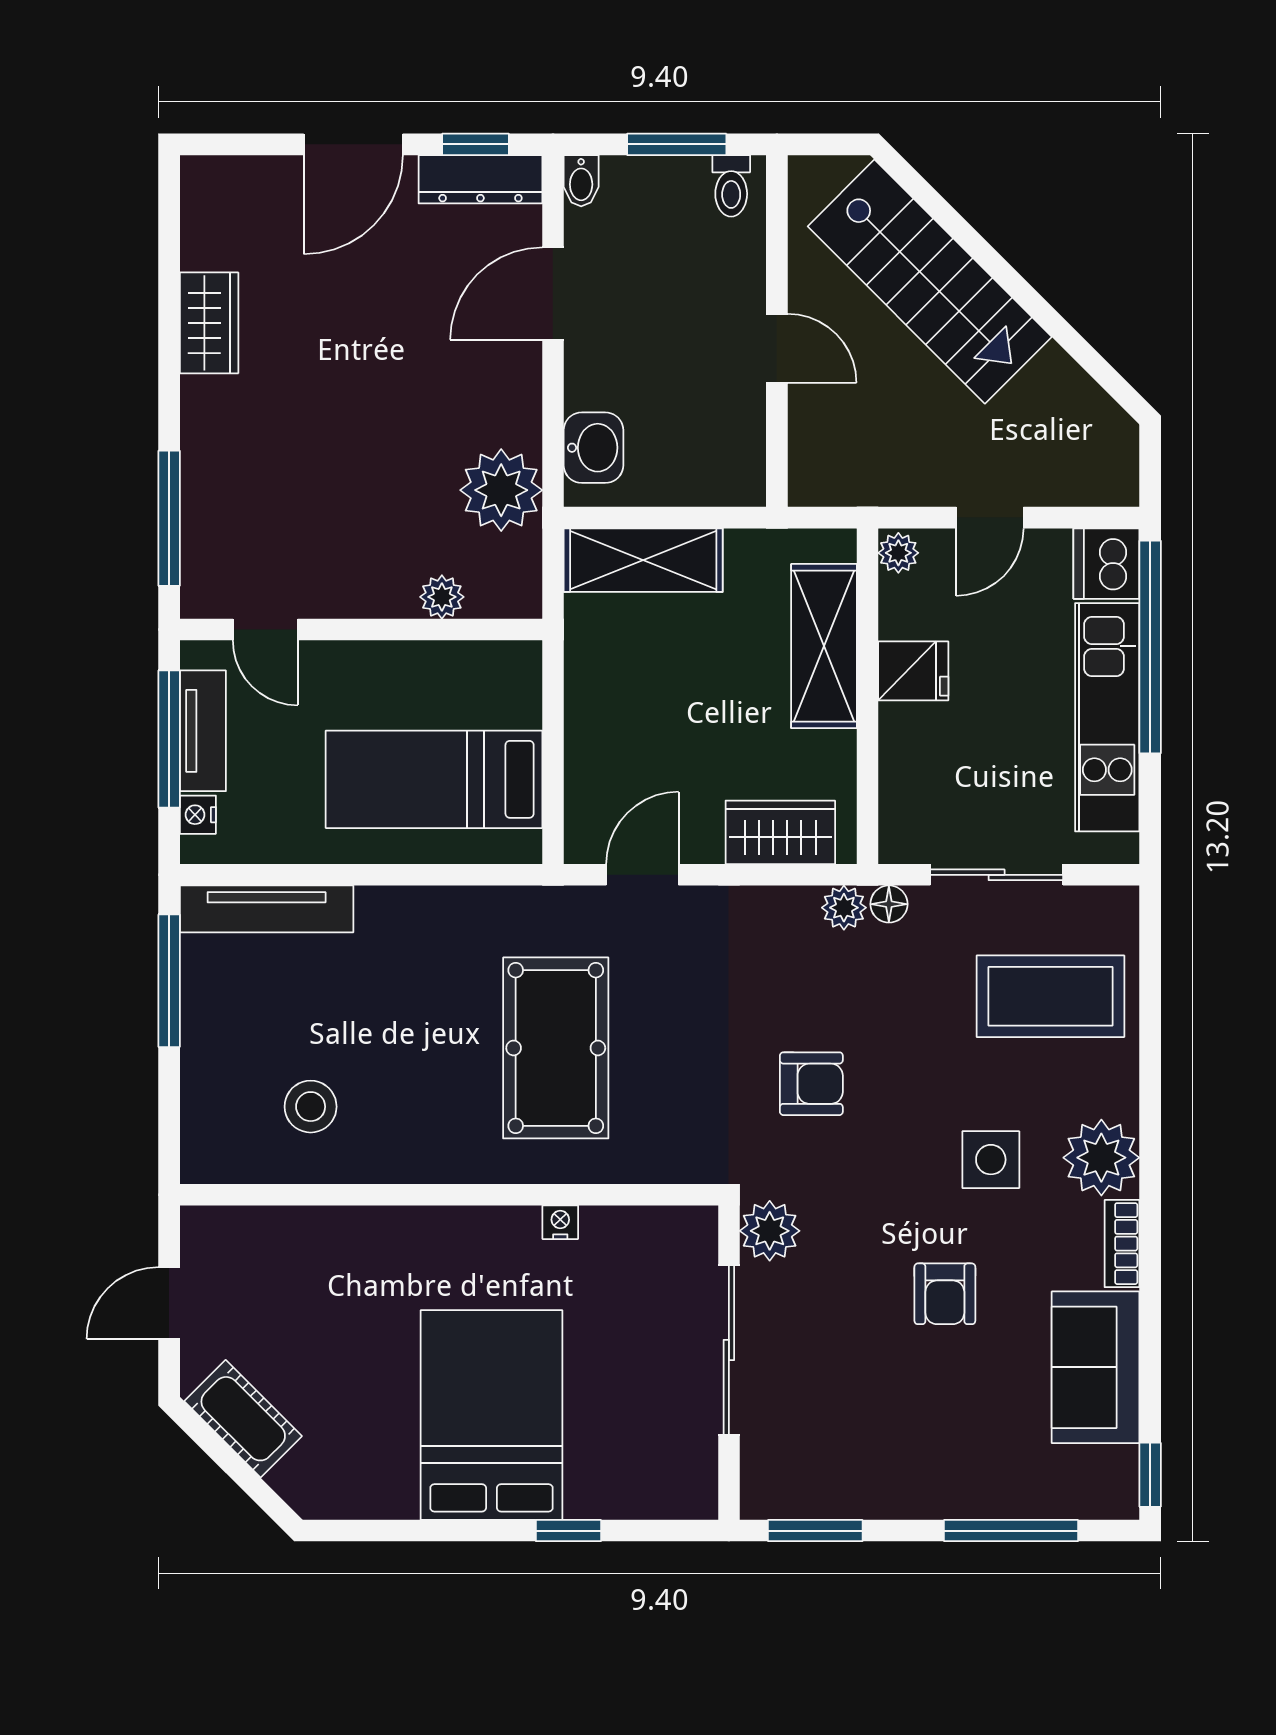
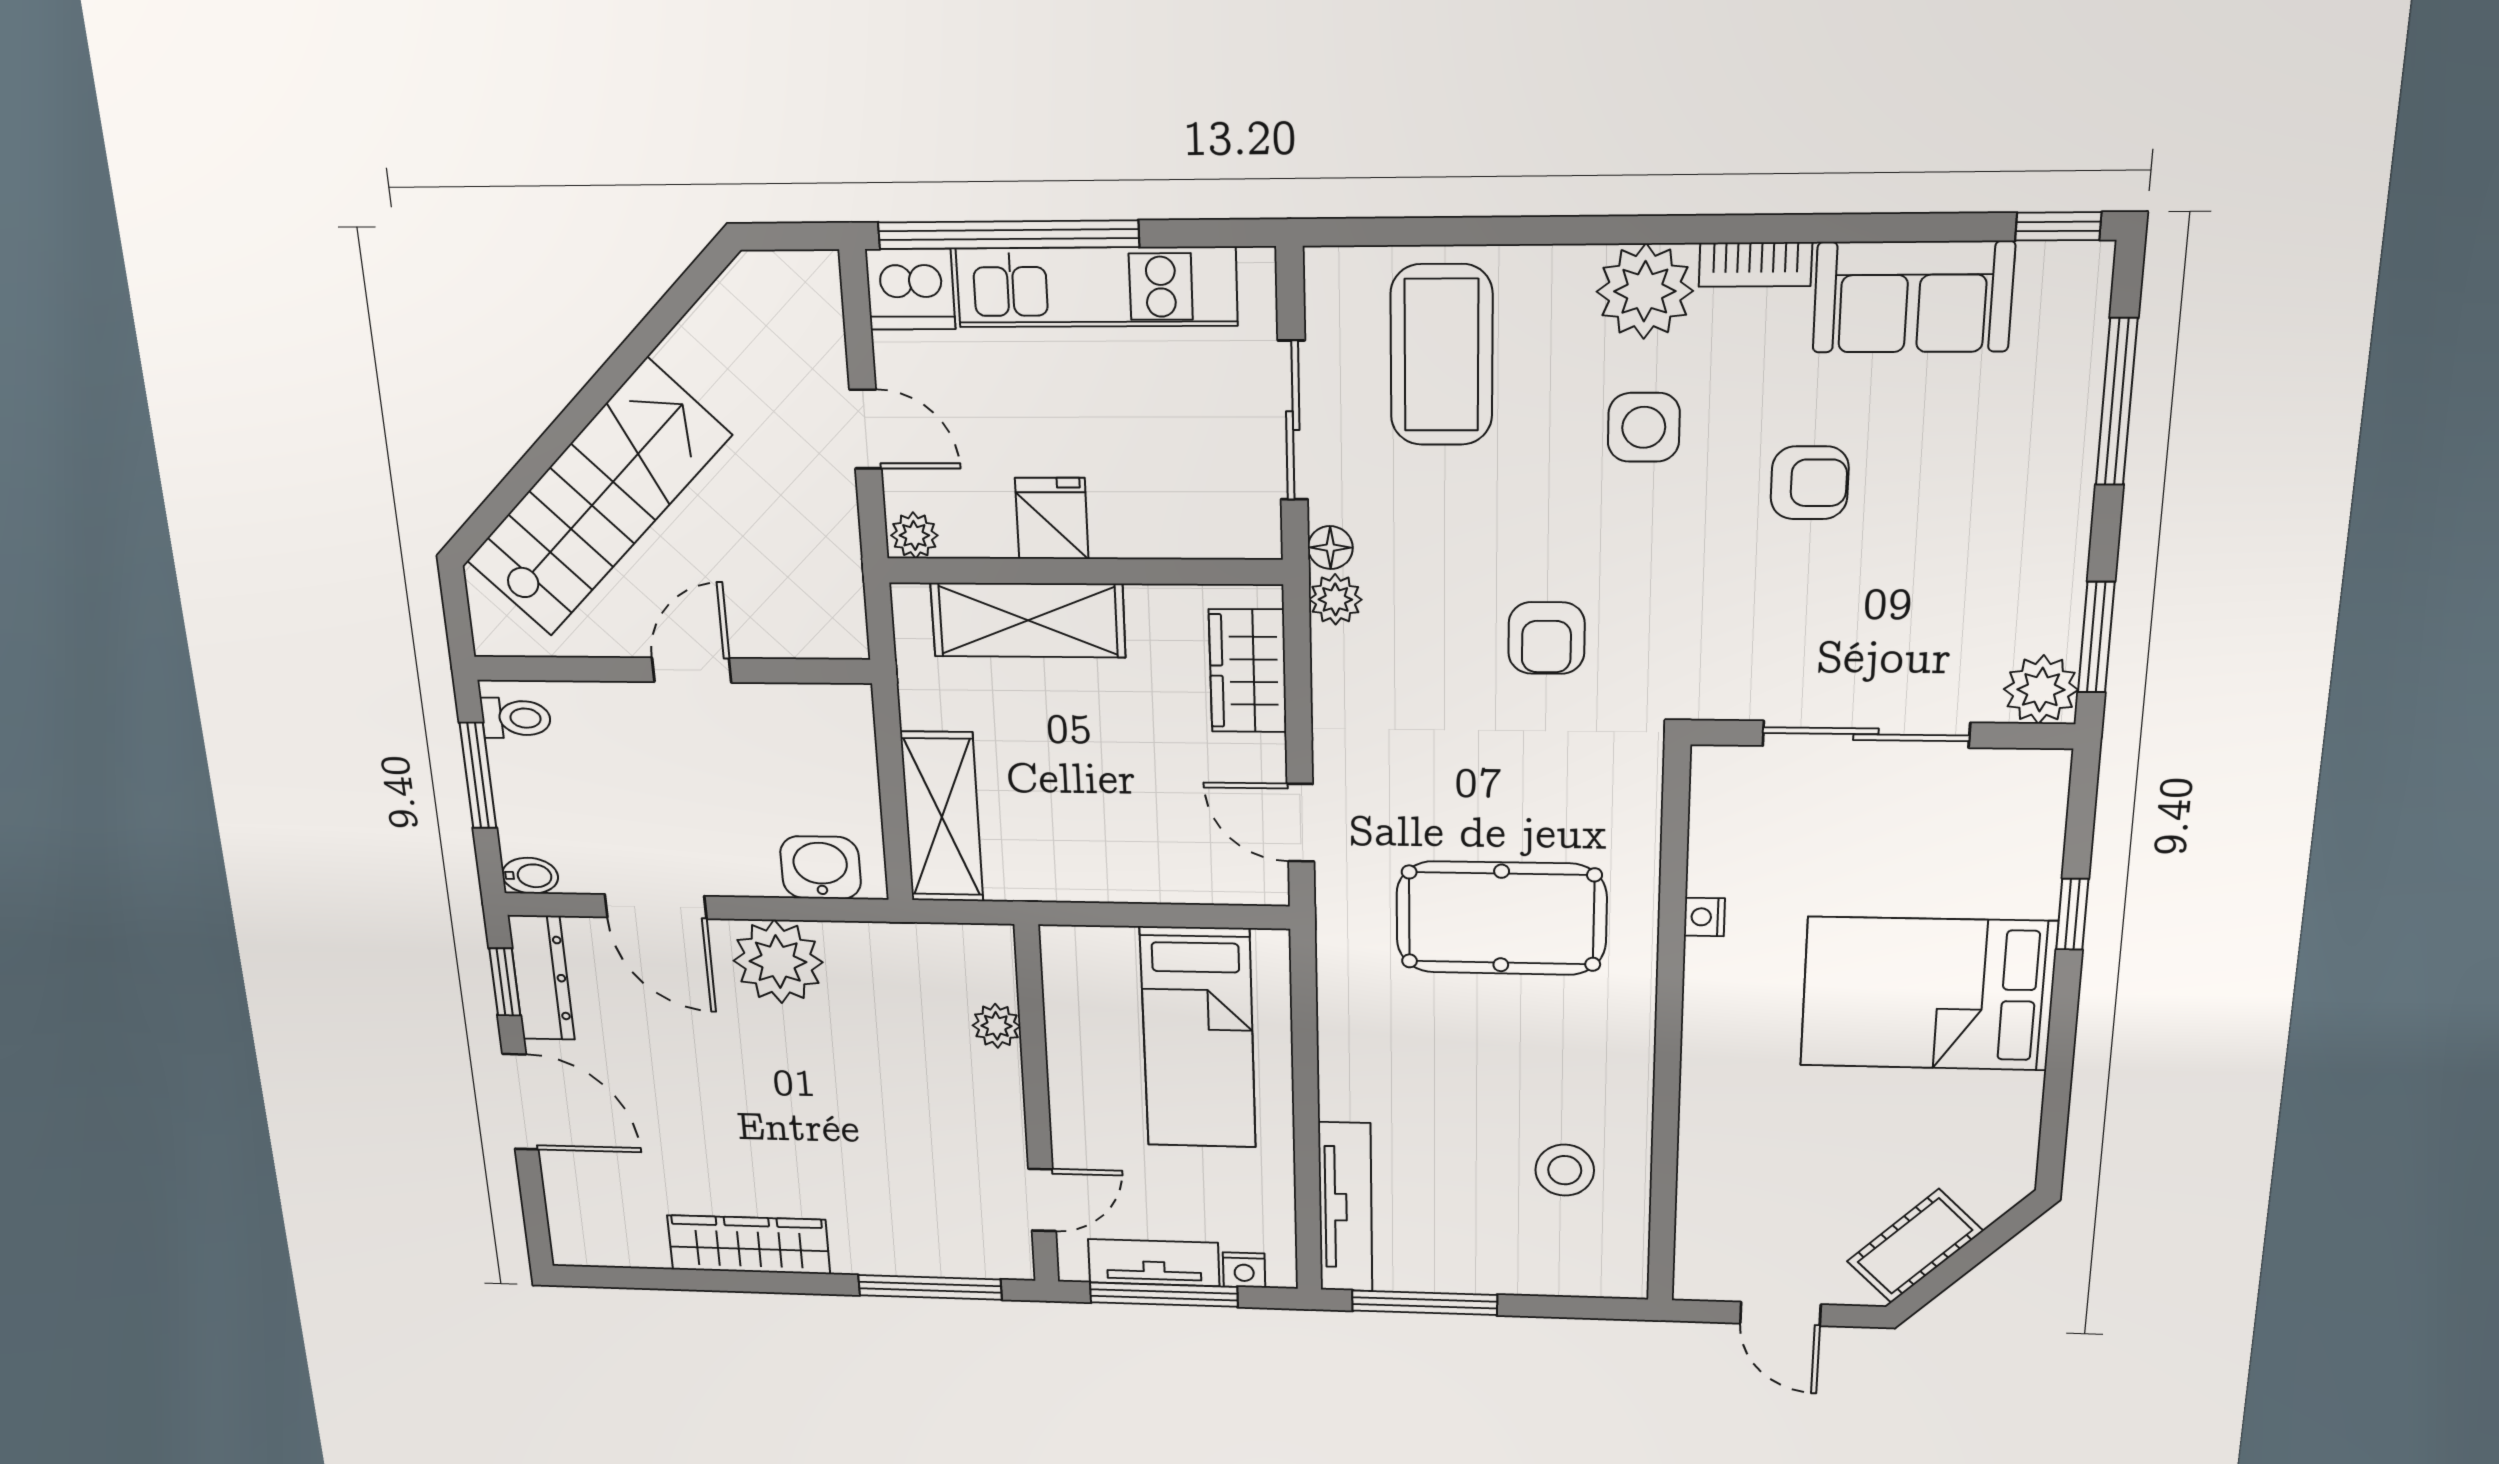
wardrobe: (209, 323) -> (749, 1245), width x1.50
plant: (501, 490) -> (778, 962), moved
armchair: (811, 1084) -> (1547, 638), turned 180
plant: (770, 1231) -> (2041, 690), moved

